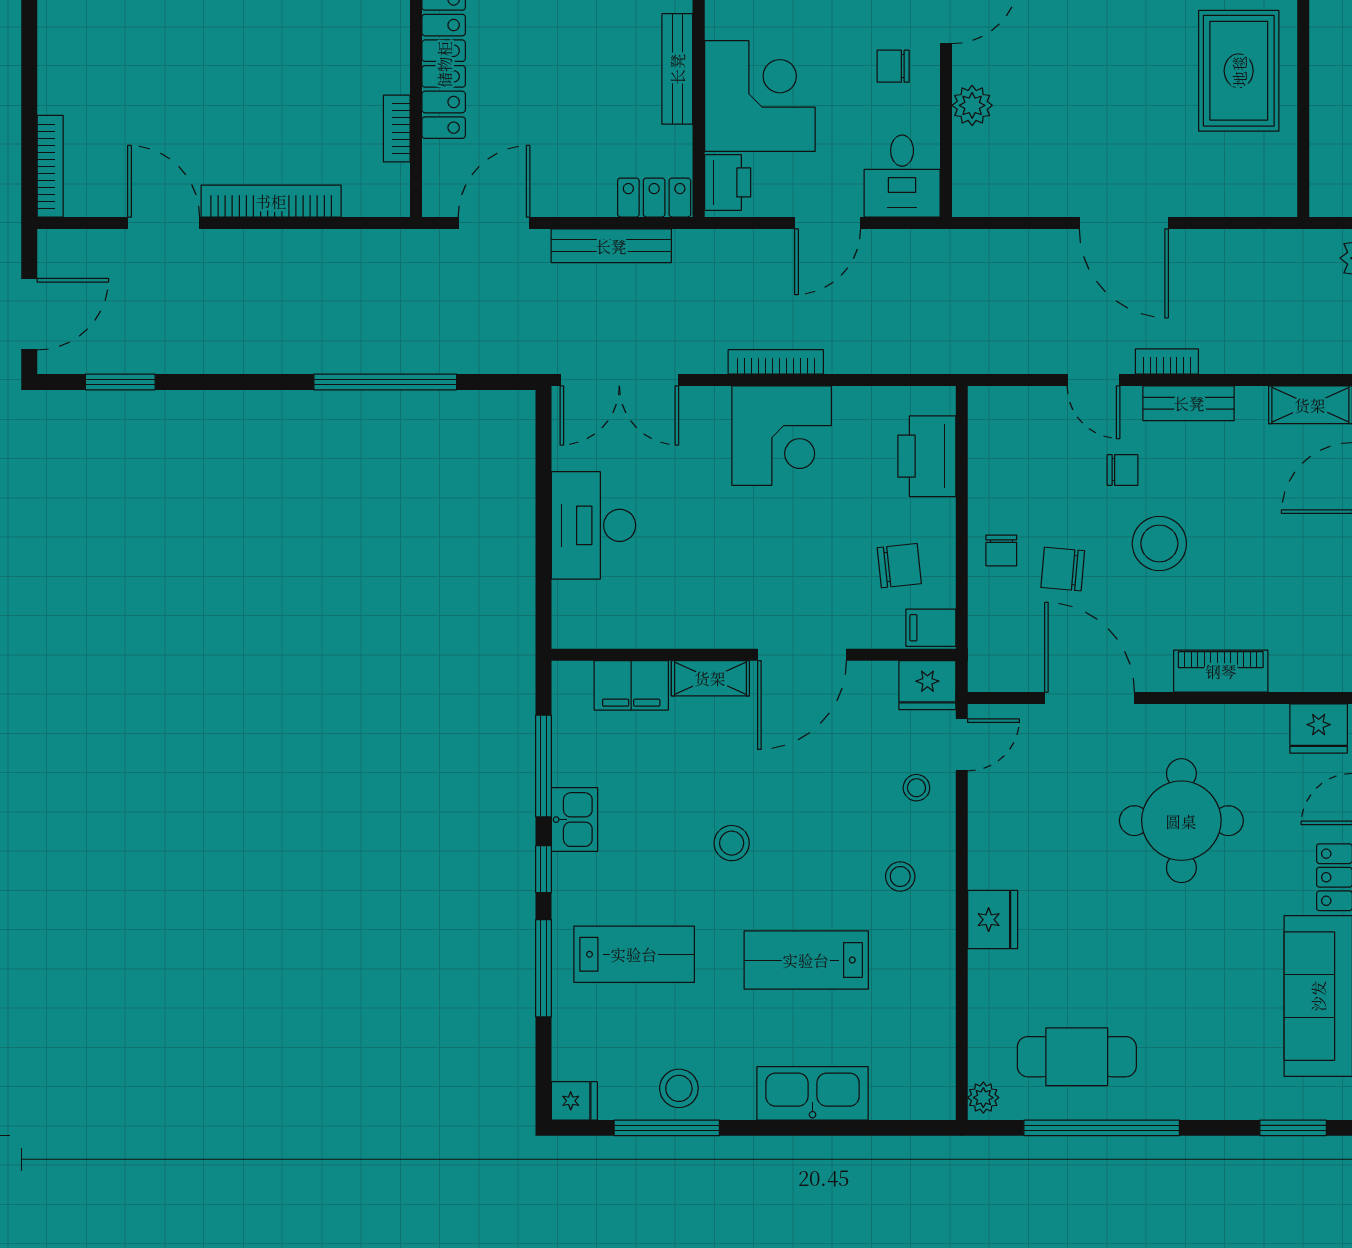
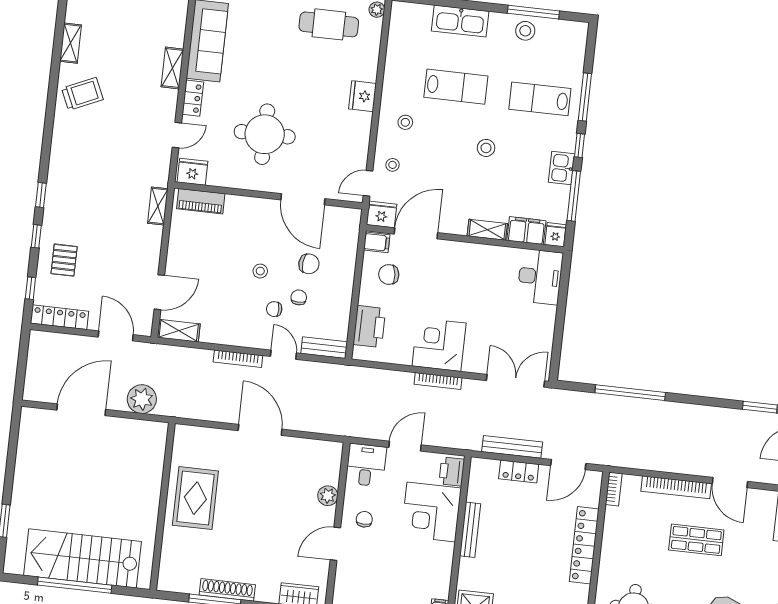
chair: (893, 66) -> (364, 519), turned -90
shop shelf: (218, 100) -> (696, 540), added
bookcase: (397, 129) -> (614, 489), moved
locker: (654, 198) -> (519, 471), moved
bookcase: (1167, 362) -> (238, 359), width x1.56
bench: (1189, 403) -> (324, 348), moved
desk: (594, 525) -> (540, 277), moved
stool: (1159, 544) -> (260, 271), width x0.53, depth x0.53
chair: (1001, 550) -> (299, 297), moved
door: (802, 655) -> (416, 233), moved
piano: (1221, 671) -> (201, 201), moved
fridge: (574, 1101) -> (555, 235), moved, turned 90

